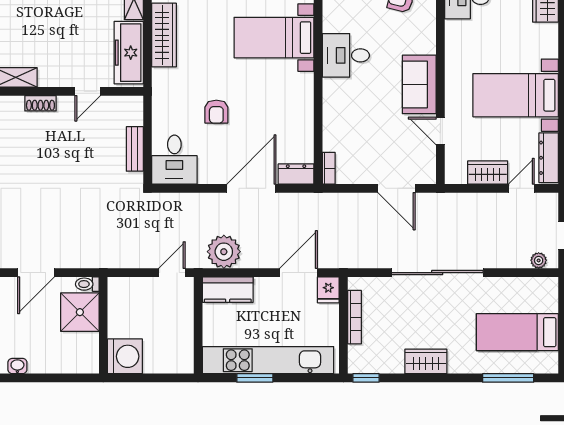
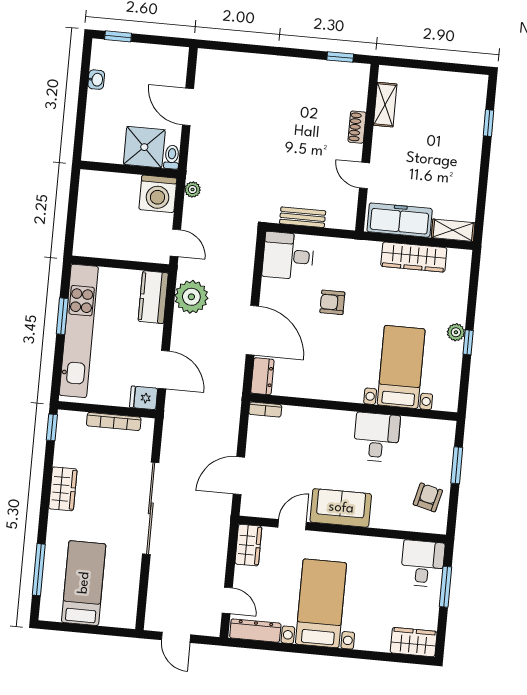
wardrobe: (488, 172) -> (248, 545), moved
plant: (539, 260) -> (193, 190), moved
washing machine: (125, 356) -> (158, 194), moved

